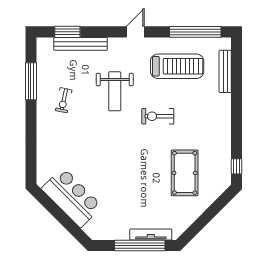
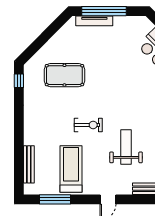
window: (195, 32) -> (55, 199), width x0.68
treadmill: (177, 66) -> (71, 169), turned 90
pool table: (185, 173) -> (64, 75), turned 90

